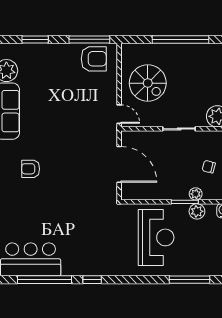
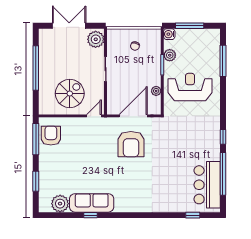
armchair: (31, 169) -> (131, 144), moved, width x1.88, depth x1.88
plant: (196, 194) -> (156, 91), moved

